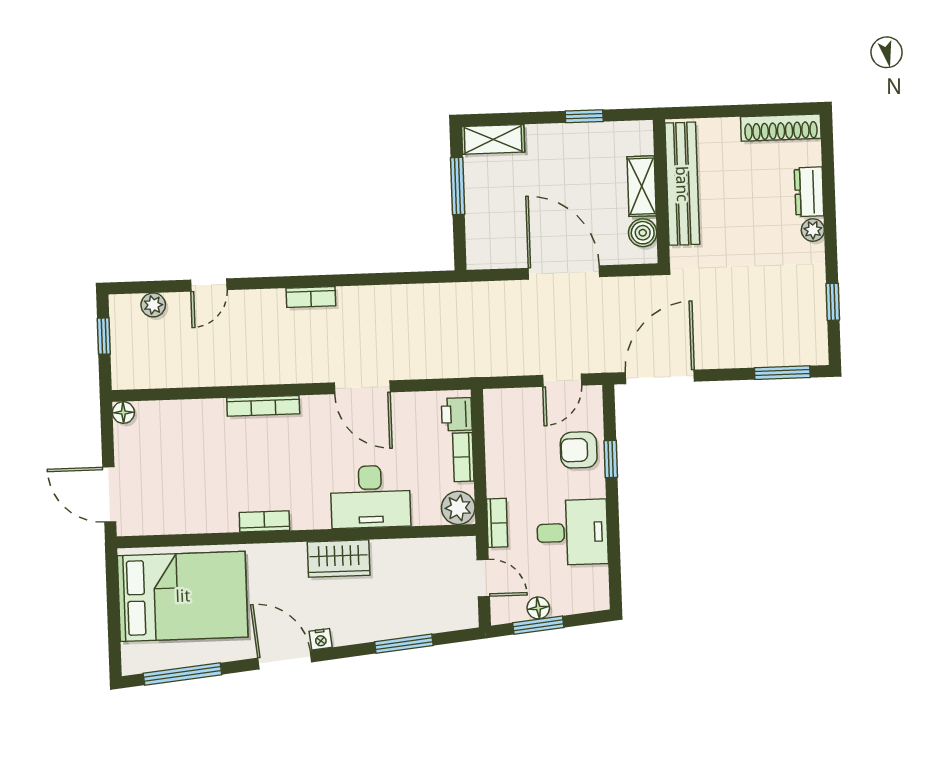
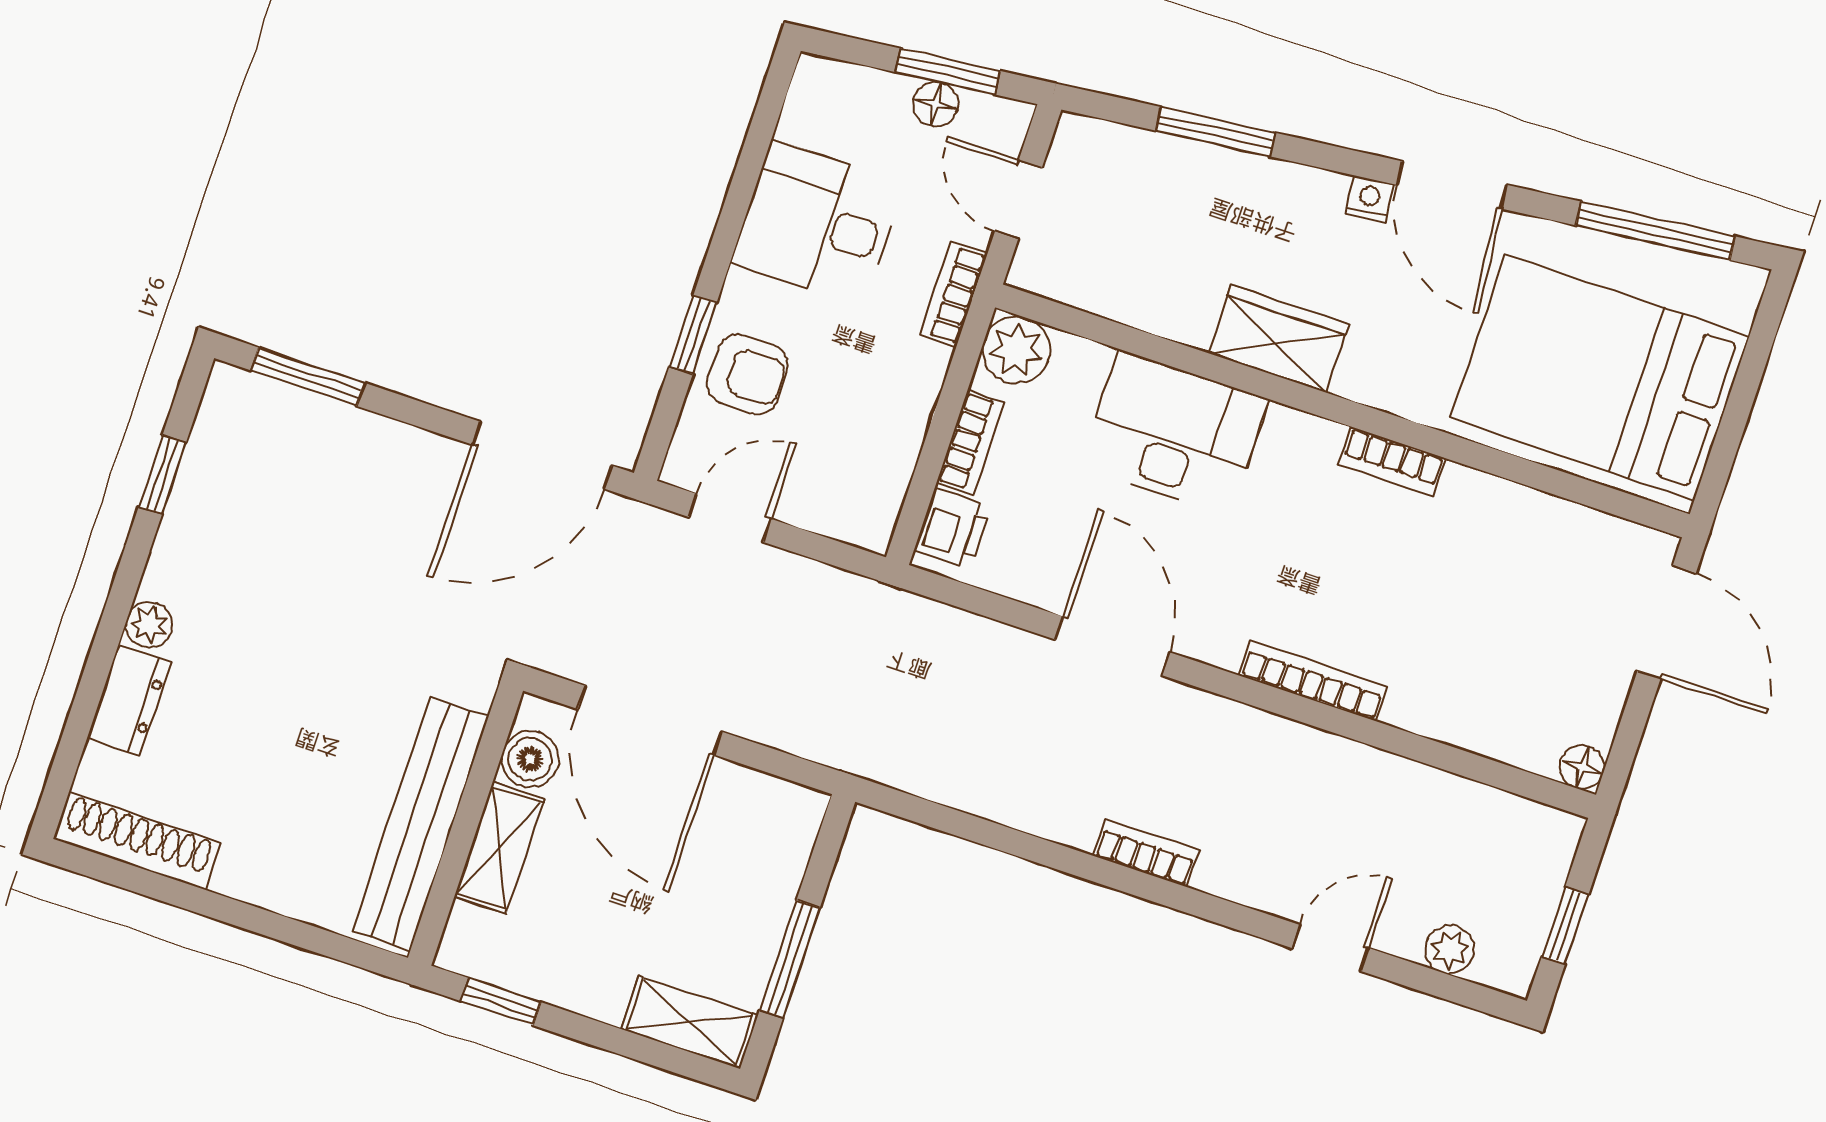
bench: (682, 184) -> (420, 824), moved
shelving: (642, 186) -> (499, 848), moved
wall: (661, 191) -> (466, 824), moved
boiler: (643, 233) -> (530, 759), moved

